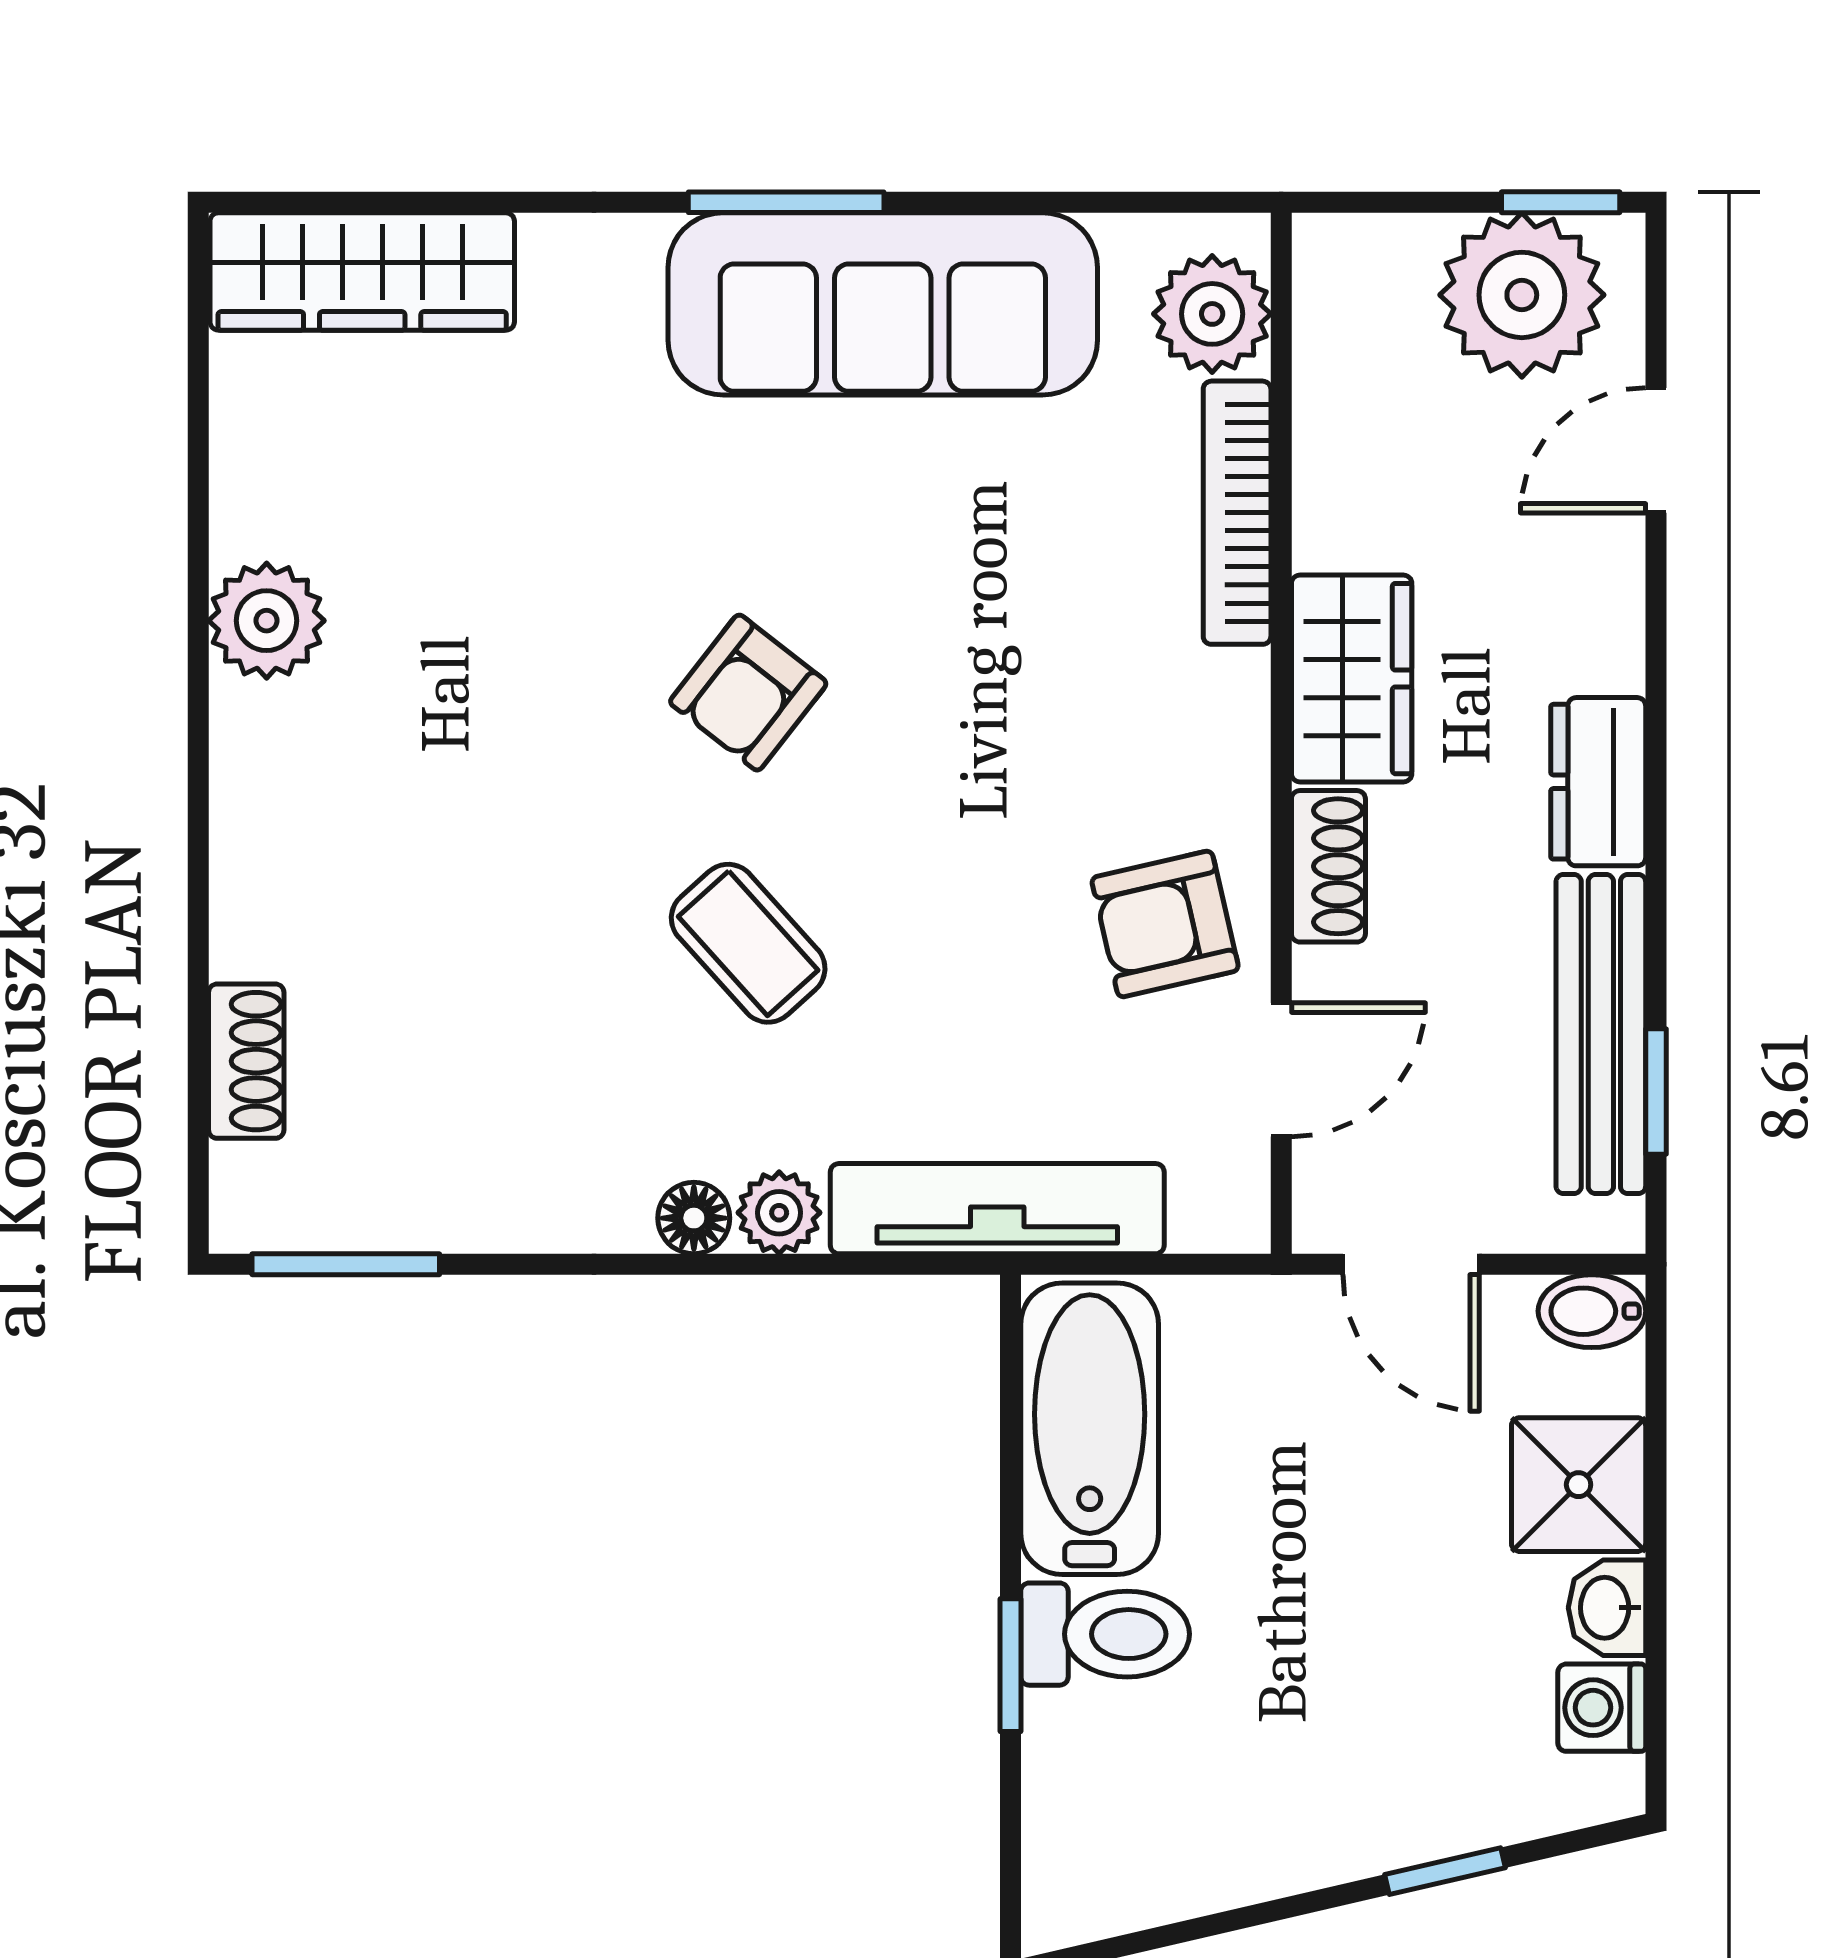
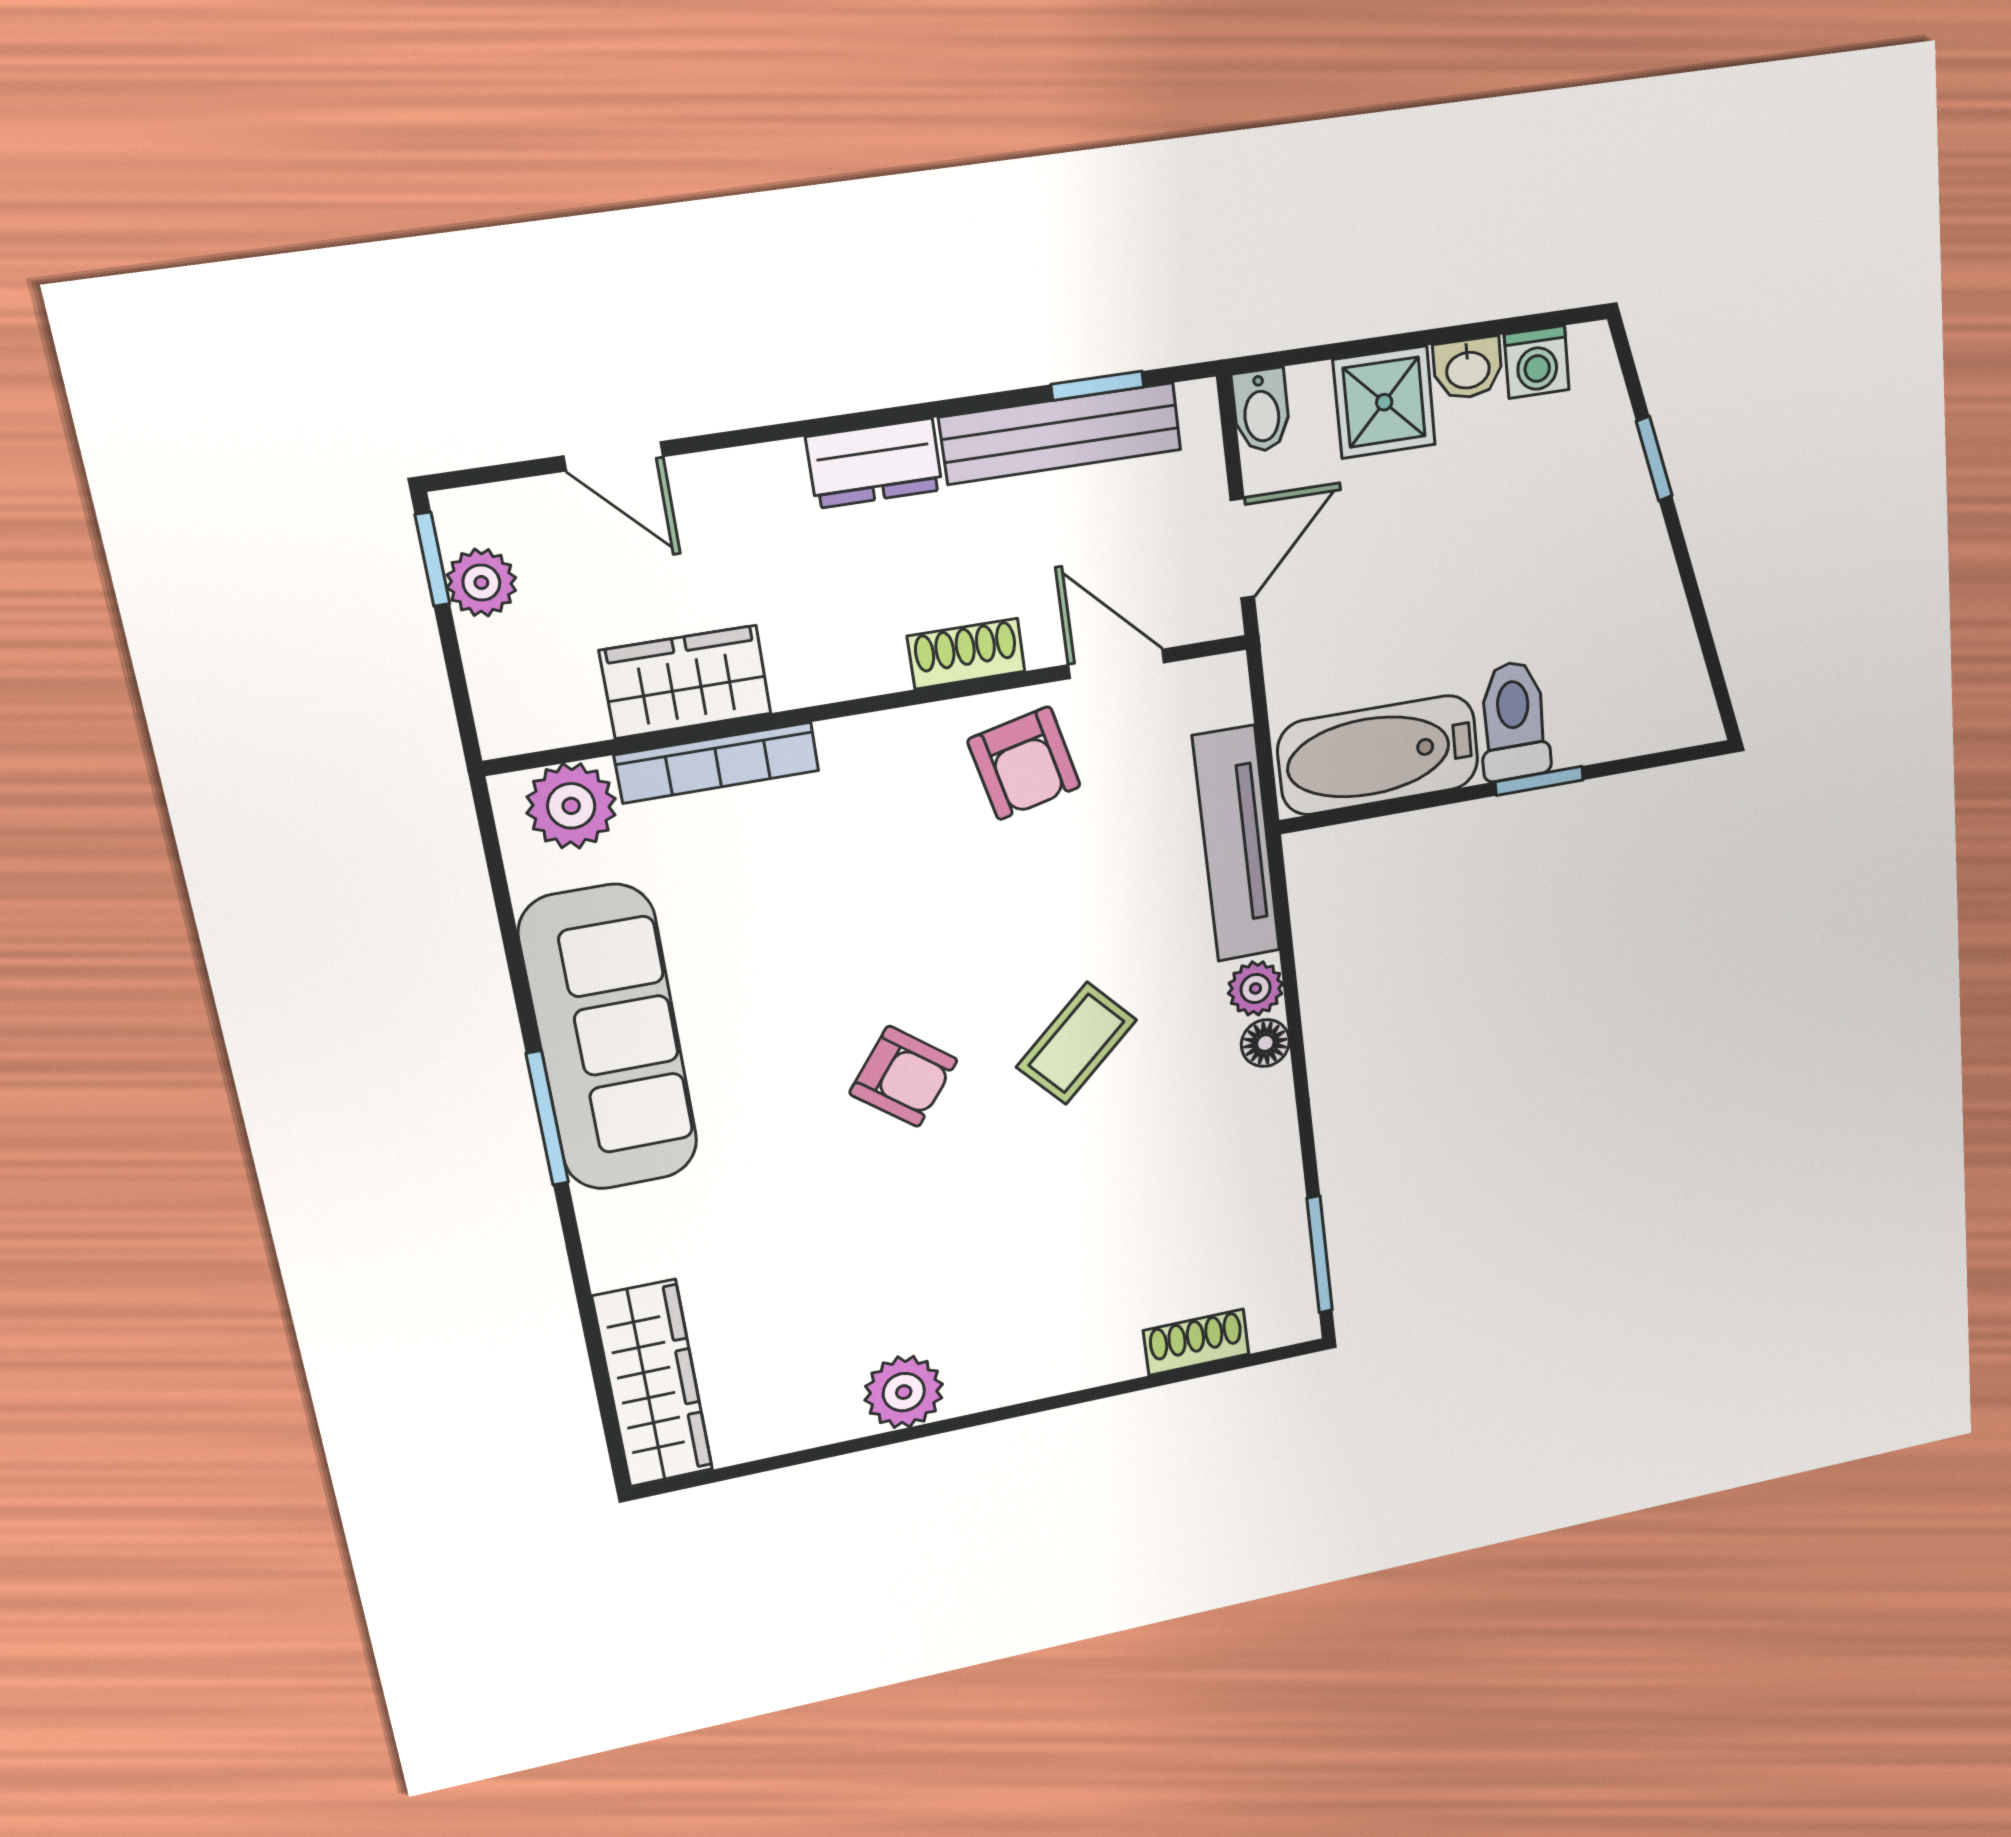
plant: (1522, 295) -> (481, 583), width x0.53, depth x0.53
wardrobe: (1352, 679) -> (686, 682), moved

